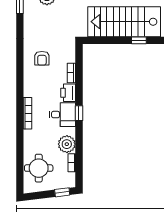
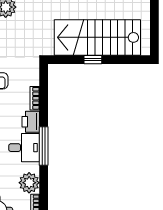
window: (139, 40) -> (93, 60), moved
window: (79, 113) -> (44, 146), width x2.17

